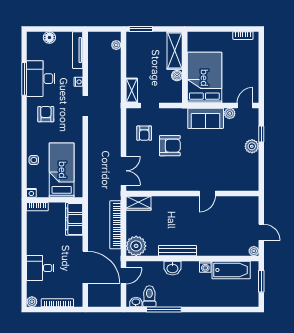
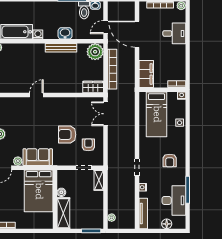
desk: (41, 79) -> (174, 200), moved

